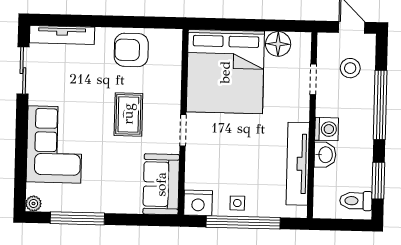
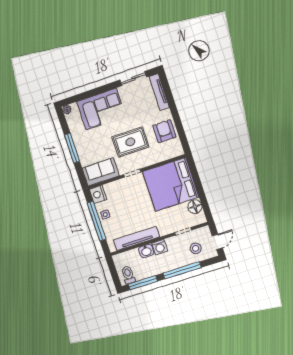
rug: (128, 114) -> (130, 142), width x1.36, depth x1.43
window: (378, 181) -> (143, 283), width x1.44
window: (77, 218) -> (72, 148), moved

